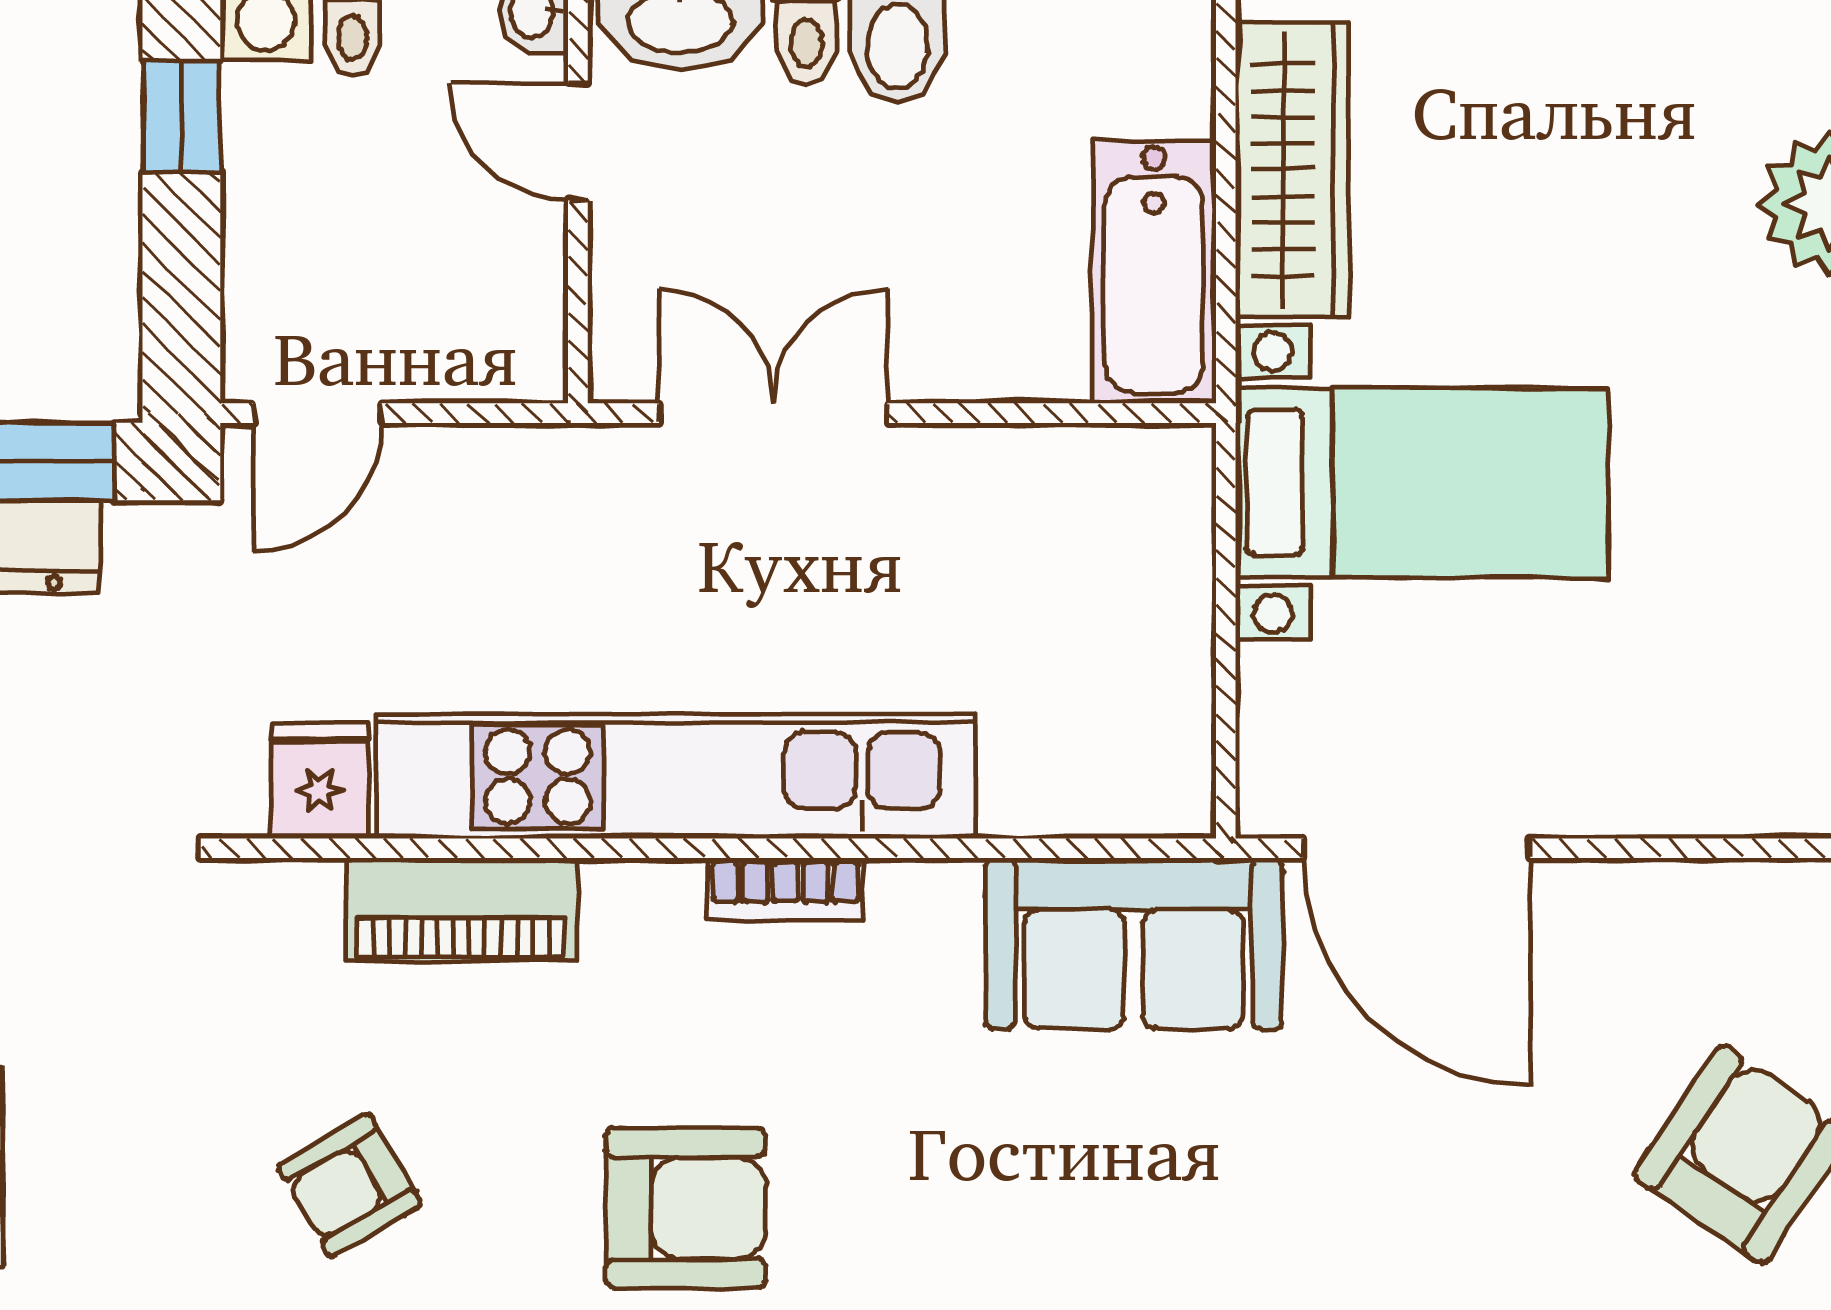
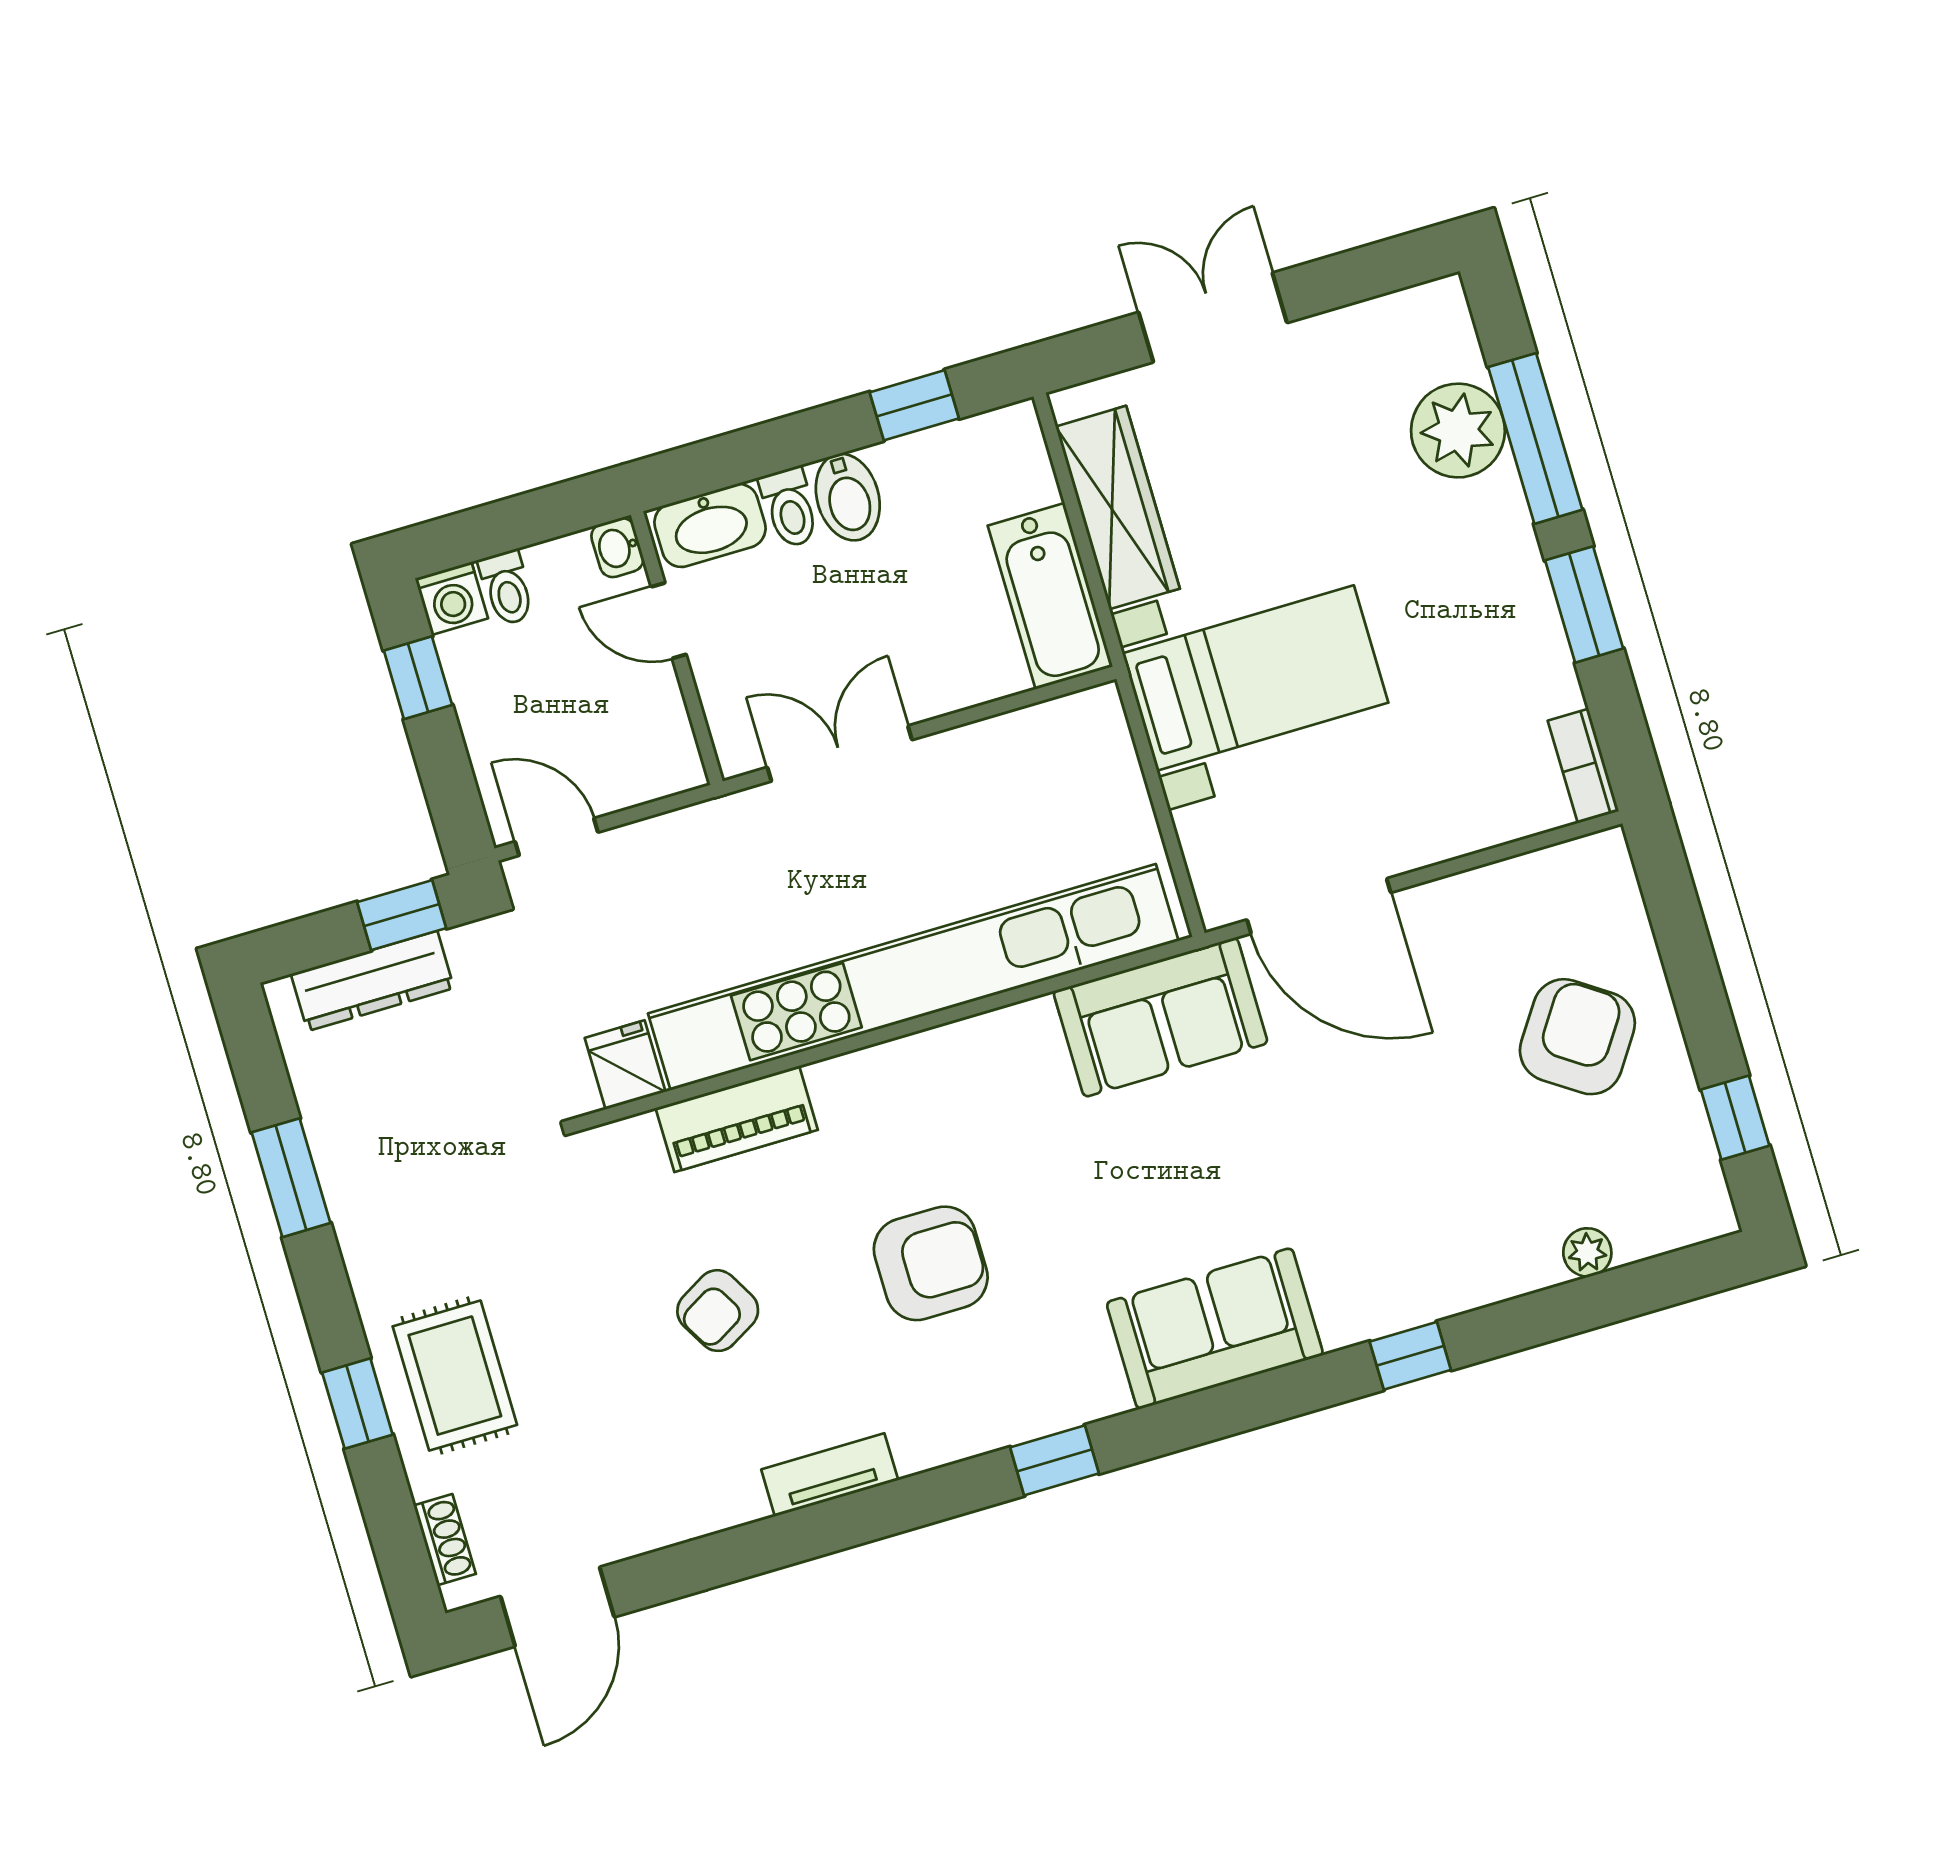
door: (317, 413) -> (556, 837), swing flipped
kitchen unit: (676, 777) -> (913, 977), width x1.36
bookcase: (785, 889) -> (934, 1047), removed

